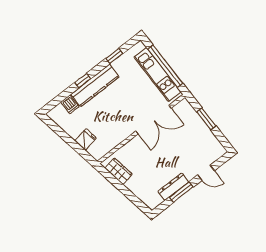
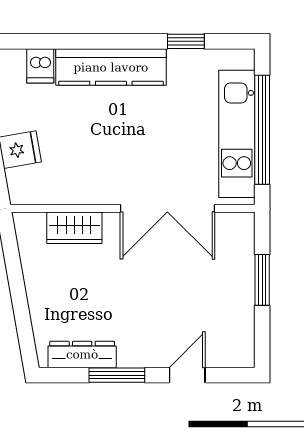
window: (83, 81) -> (96, 41), removed
wardrobe: (119, 171) -> (74, 228), moved, turned 100
door: (206, 173) -> (187, 375), swing flipped
dresser: (173, 187) -> (82, 354), moved

